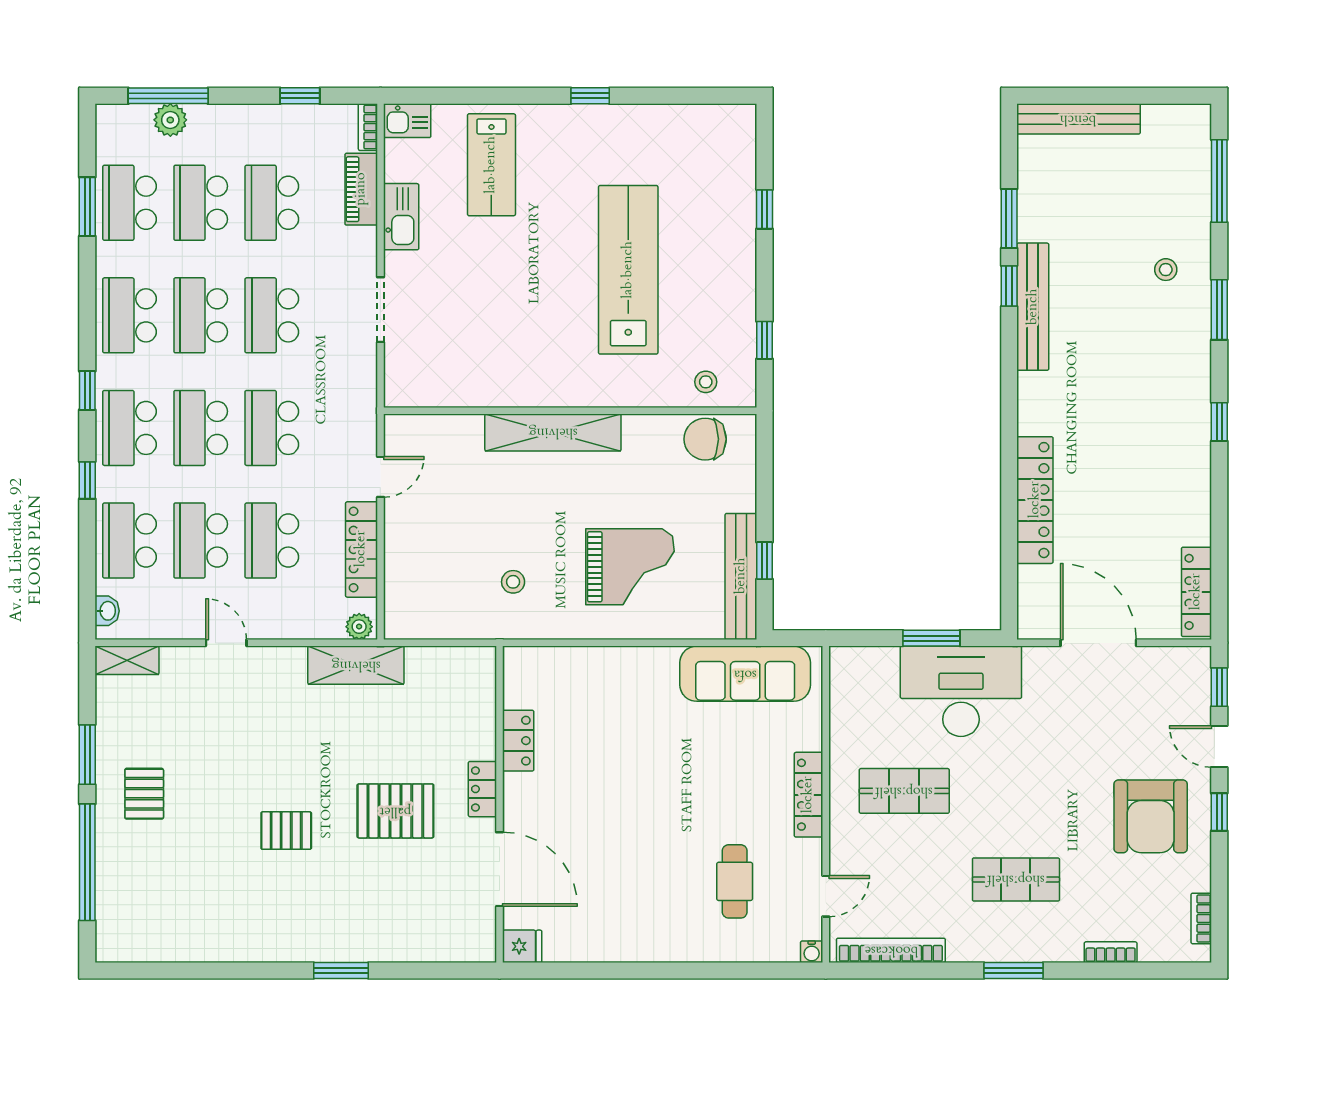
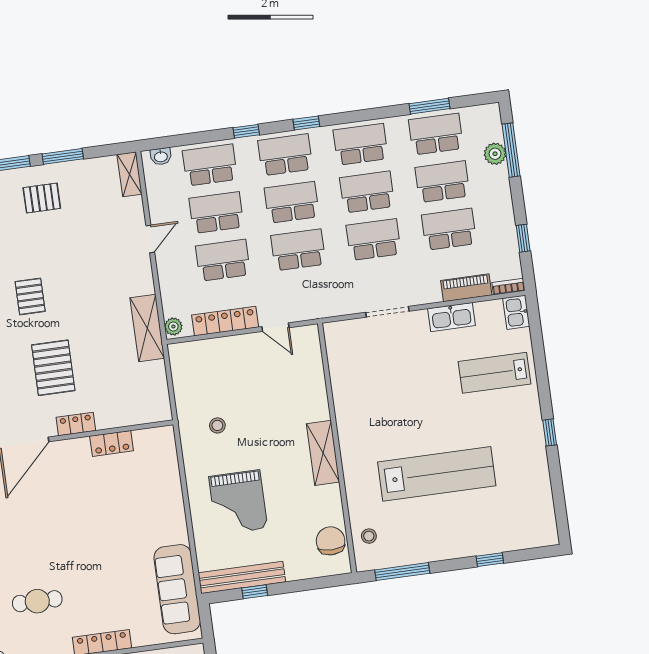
window: (765, 340) -> (402, 572), width x2.17
shelving: (553, 432) -> (323, 453), width x0.68

